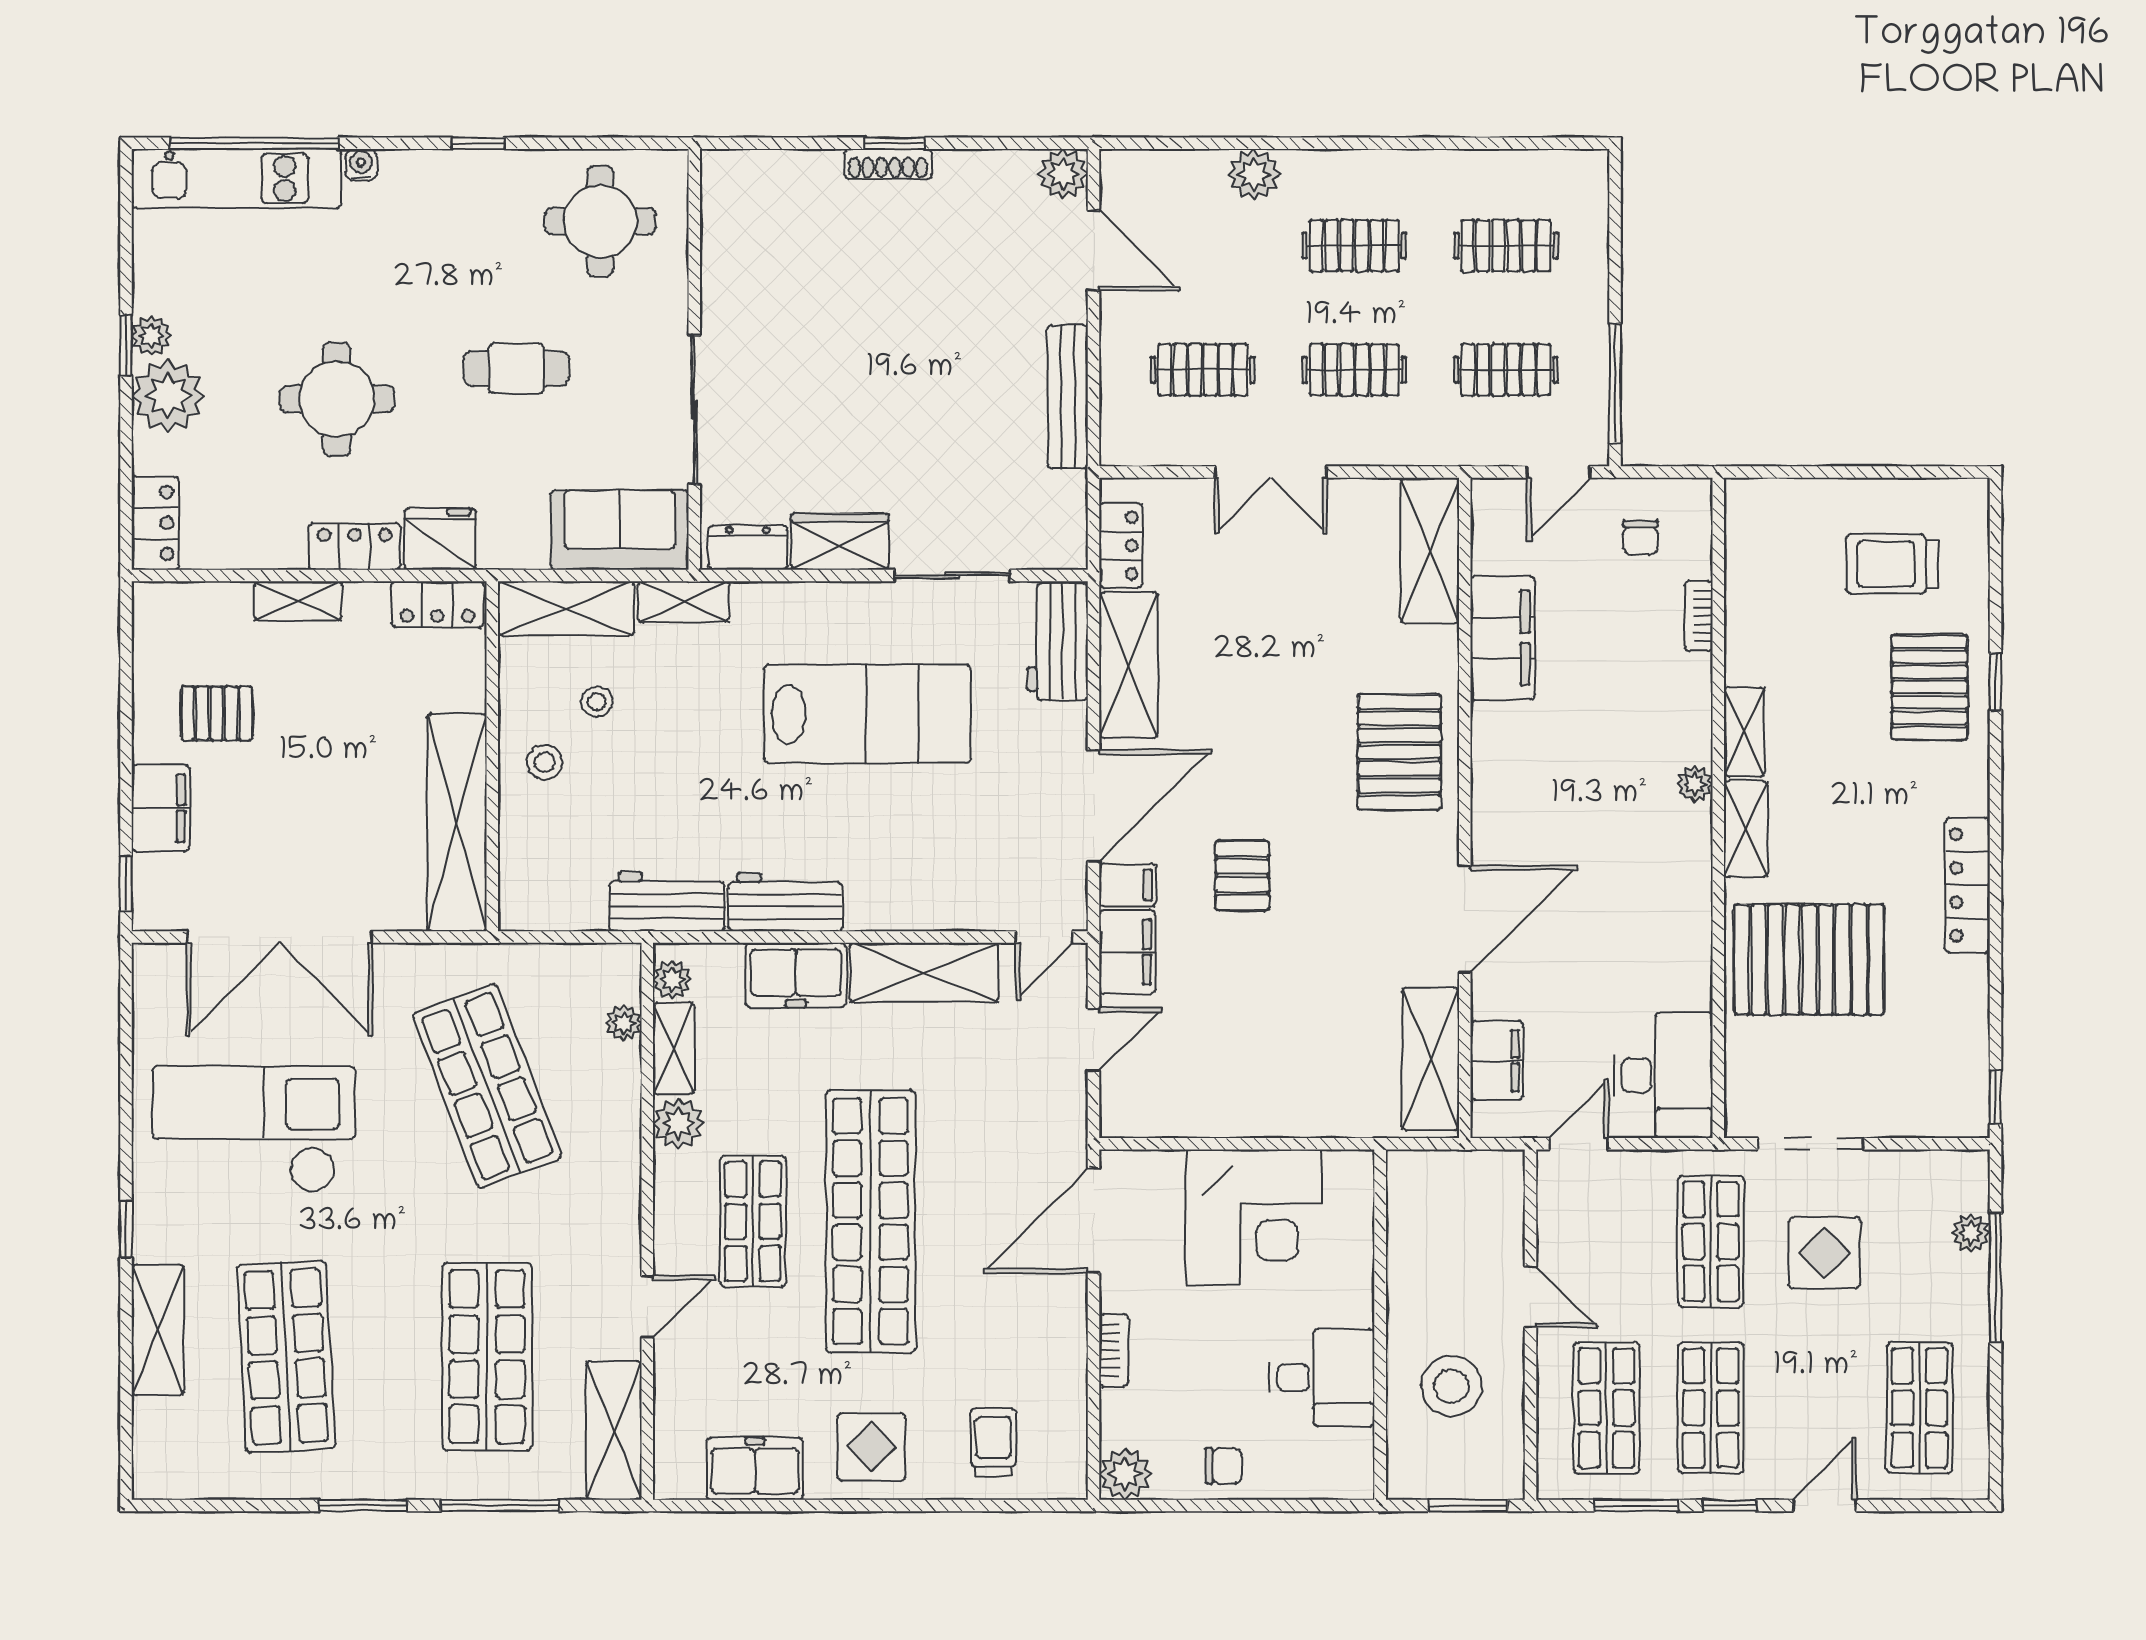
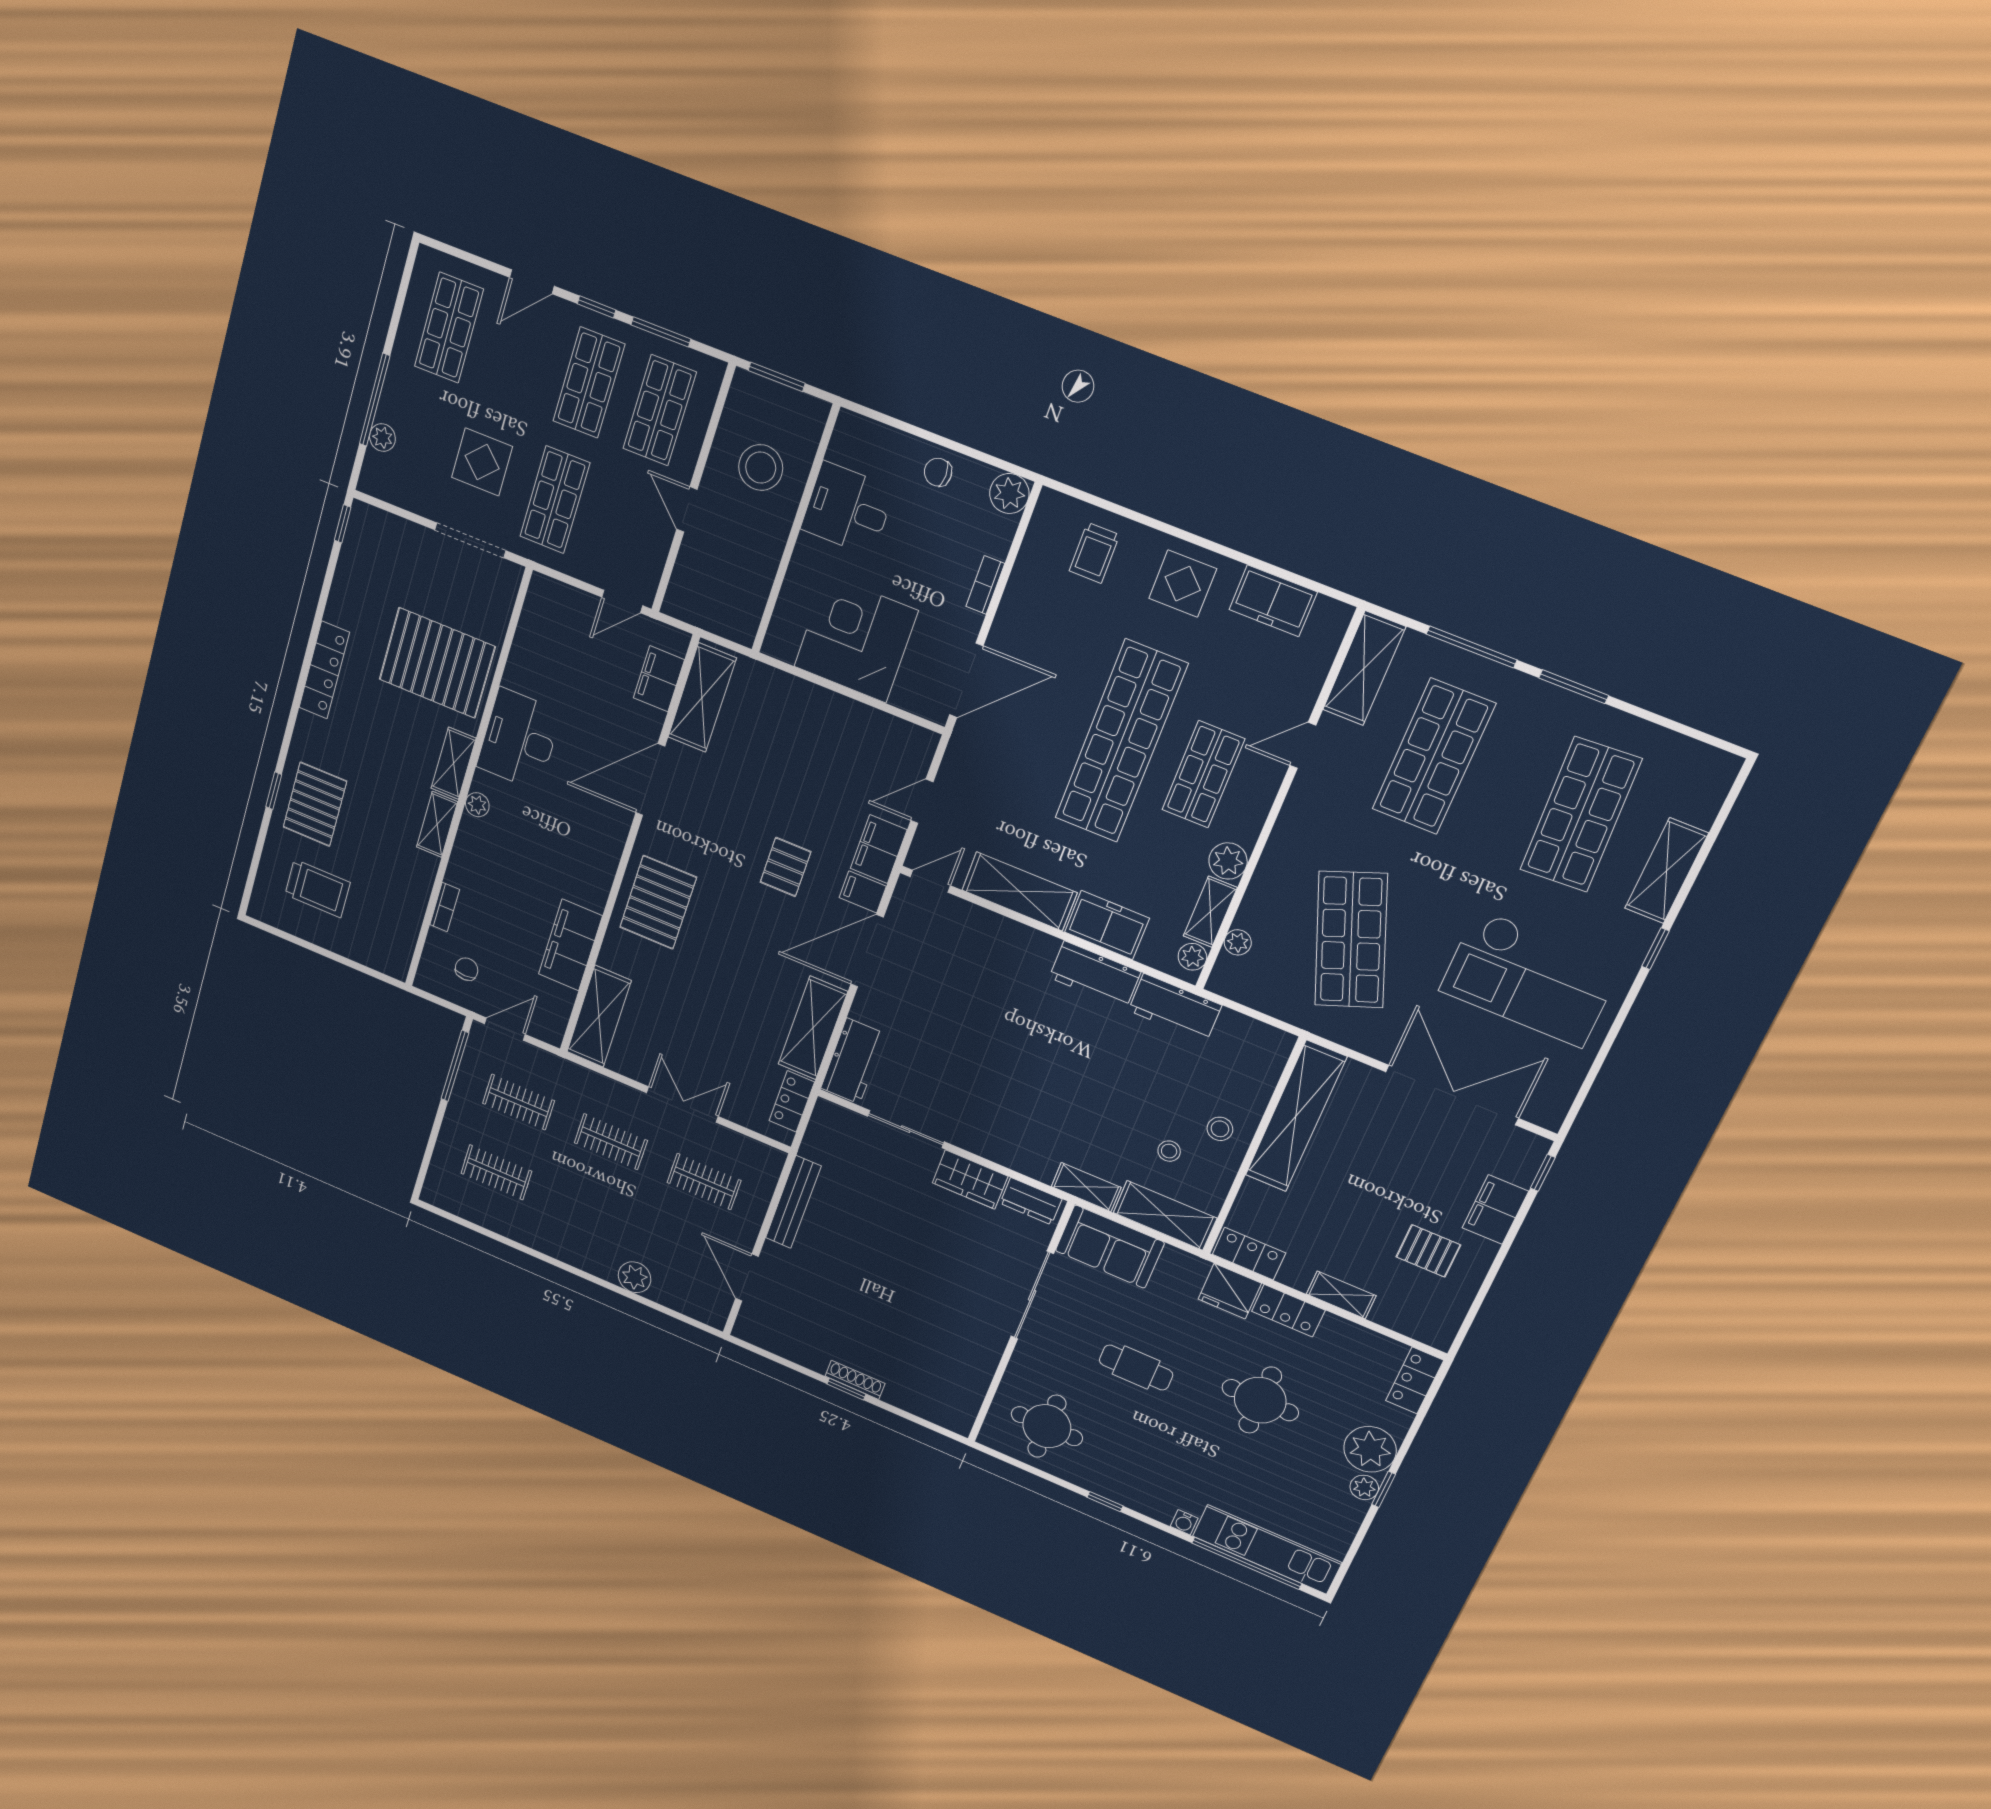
plant: (1063, 174) -> (750, 1328), removed
clothes rail: (1354, 246) -> (587, 1212), removed
lab bench: (867, 714) -> (993, 1069), removed
desk: (1663, 1075) -> (519, 739), moved

